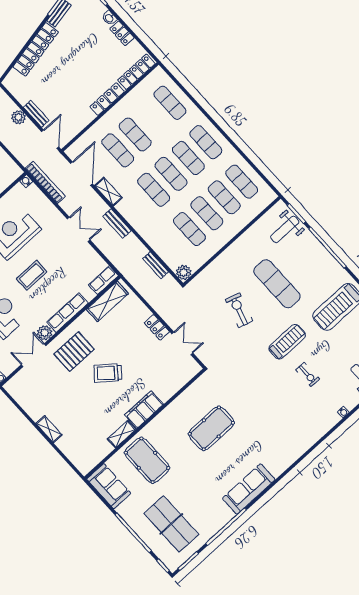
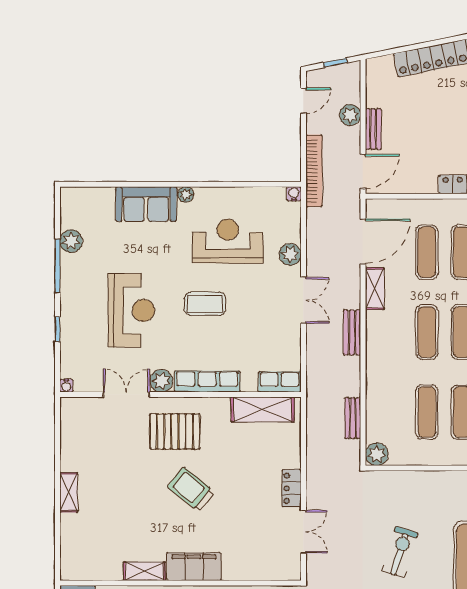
bookcase: (45, 182) -> (314, 171), moved
plant: (51, 213) -> (290, 254), added

